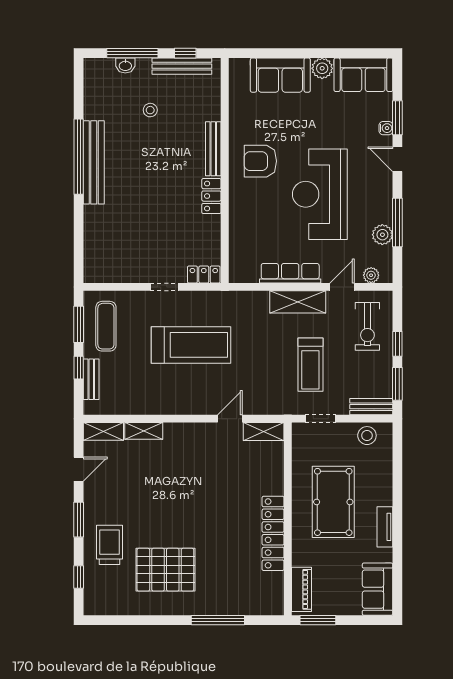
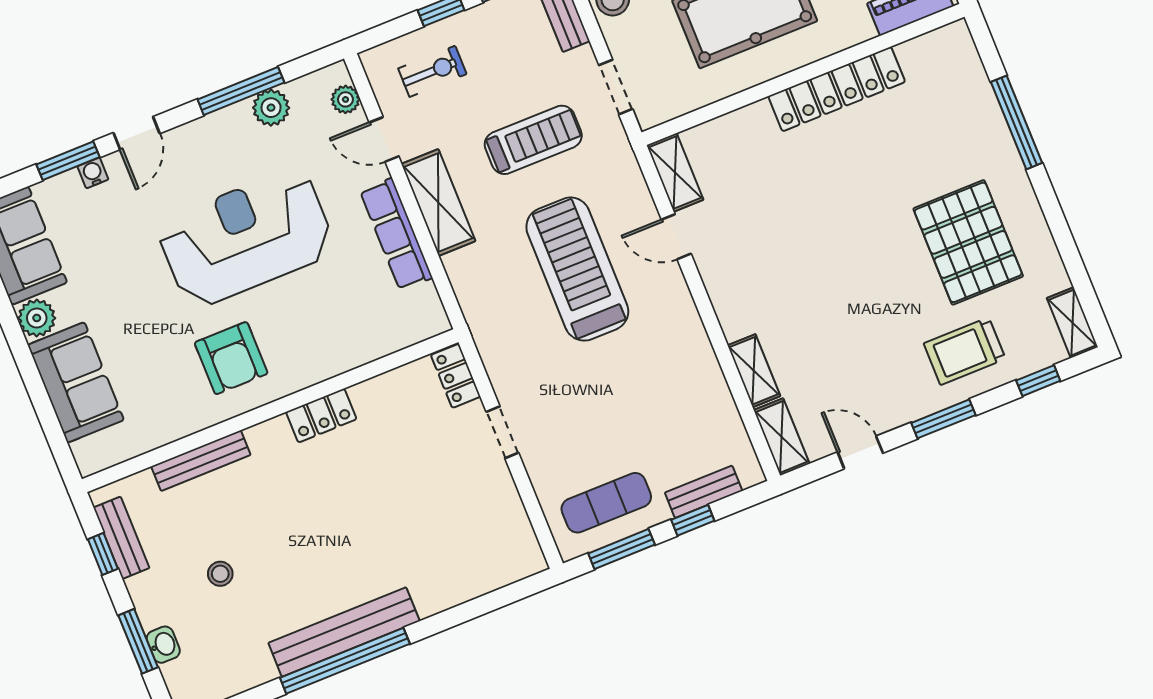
window: (132, 53) -> (138, 641), width x0.69
bench: (182, 66) -> (121, 538), width x0.73
bench: (213, 149) -> (201, 461), moved
reception desk: (320, 194) -> (246, 238), turned 180
exercise bike: (367, 326) -> (432, 71), width x0.73, depth x0.72
treadmill: (191, 345) -> (577, 269), moved
shelving: (102, 607) -> (1072, 323), added

